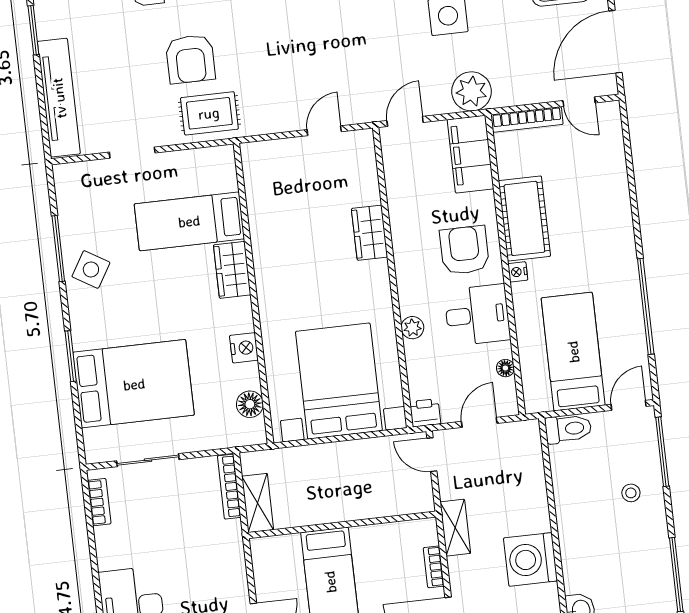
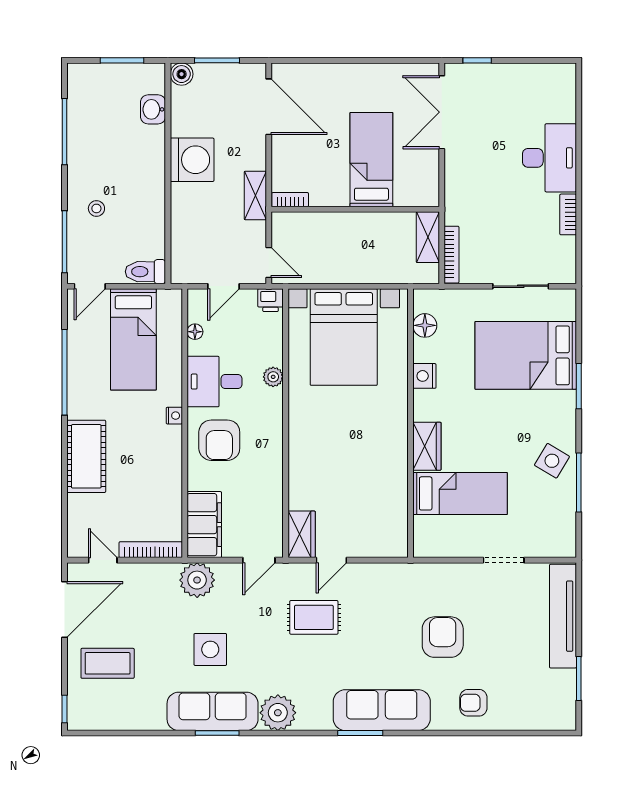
rug: (209, 113) -> (314, 617), moved
cot: (524, 218) -> (86, 456), moved
wardrobe: (370, 233) -> (302, 534), moved
bookcase: (99, 502) -> (568, 214), moved
bookcase: (434, 567) -> (290, 200), moved, turned -90

